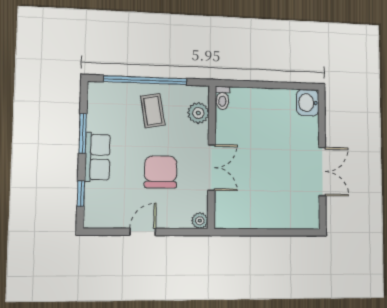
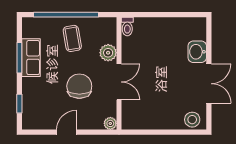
washbasin: (308, 103) -> (197, 52), moved
plant: (198, 113) -> (108, 53), moved
row of seats: (97, 157) -> (31, 58), moved
stool: (302, 216) -> (192, 120), added

